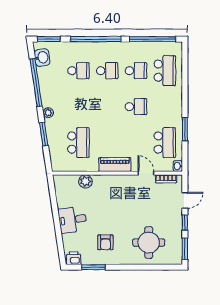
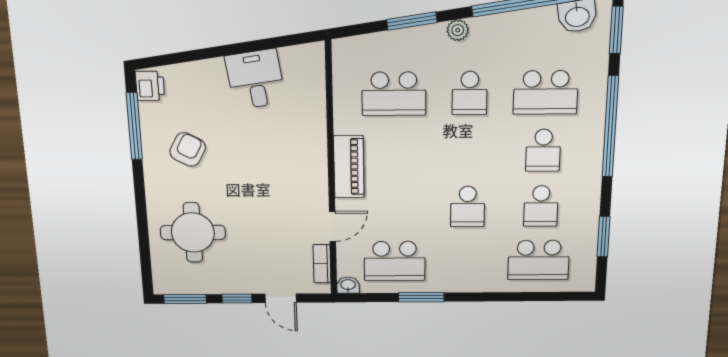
window: (152, 39) -> (604, 237), width x0.47
school desk: (78, 71) -> (546, 92), width x1.85
school desk: (78, 107) -> (470, 93), added
plant: (85, 181) -> (312, 109), removed
desk: (73, 220) -> (255, 79), moved
armchair: (105, 242) -> (188, 149), turned 118
window: (93, 267) -> (134, 126), width x1.44

